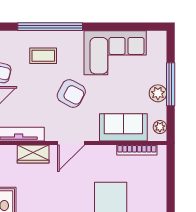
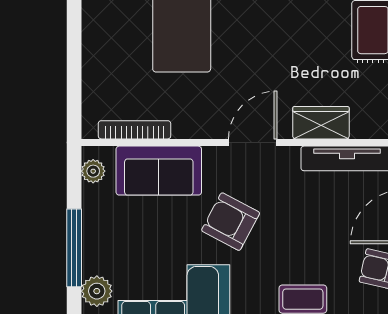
plant: (158, 93) -> (97, 291), moved
armchair: (71, 94) -> (231, 222), moved

